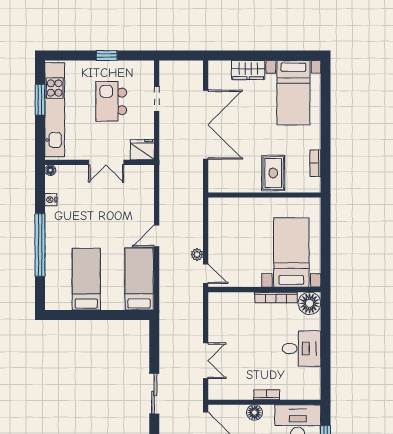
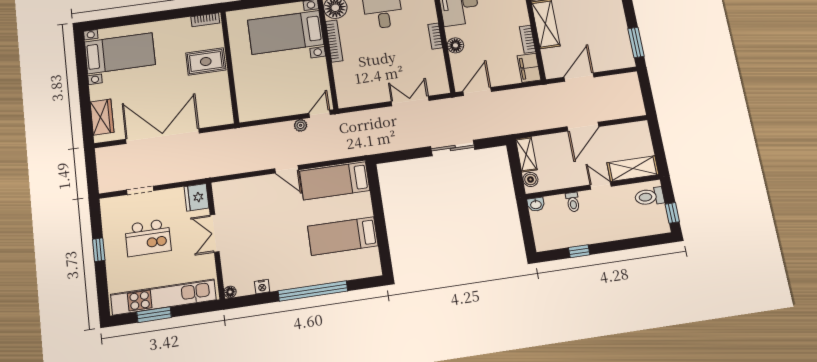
wardrobe: (248, 70) -> (102, 117), moved
double door: (106, 162) -> (215, 233), swing flipped
bookcase: (315, 163) -> (205, 20), moved

